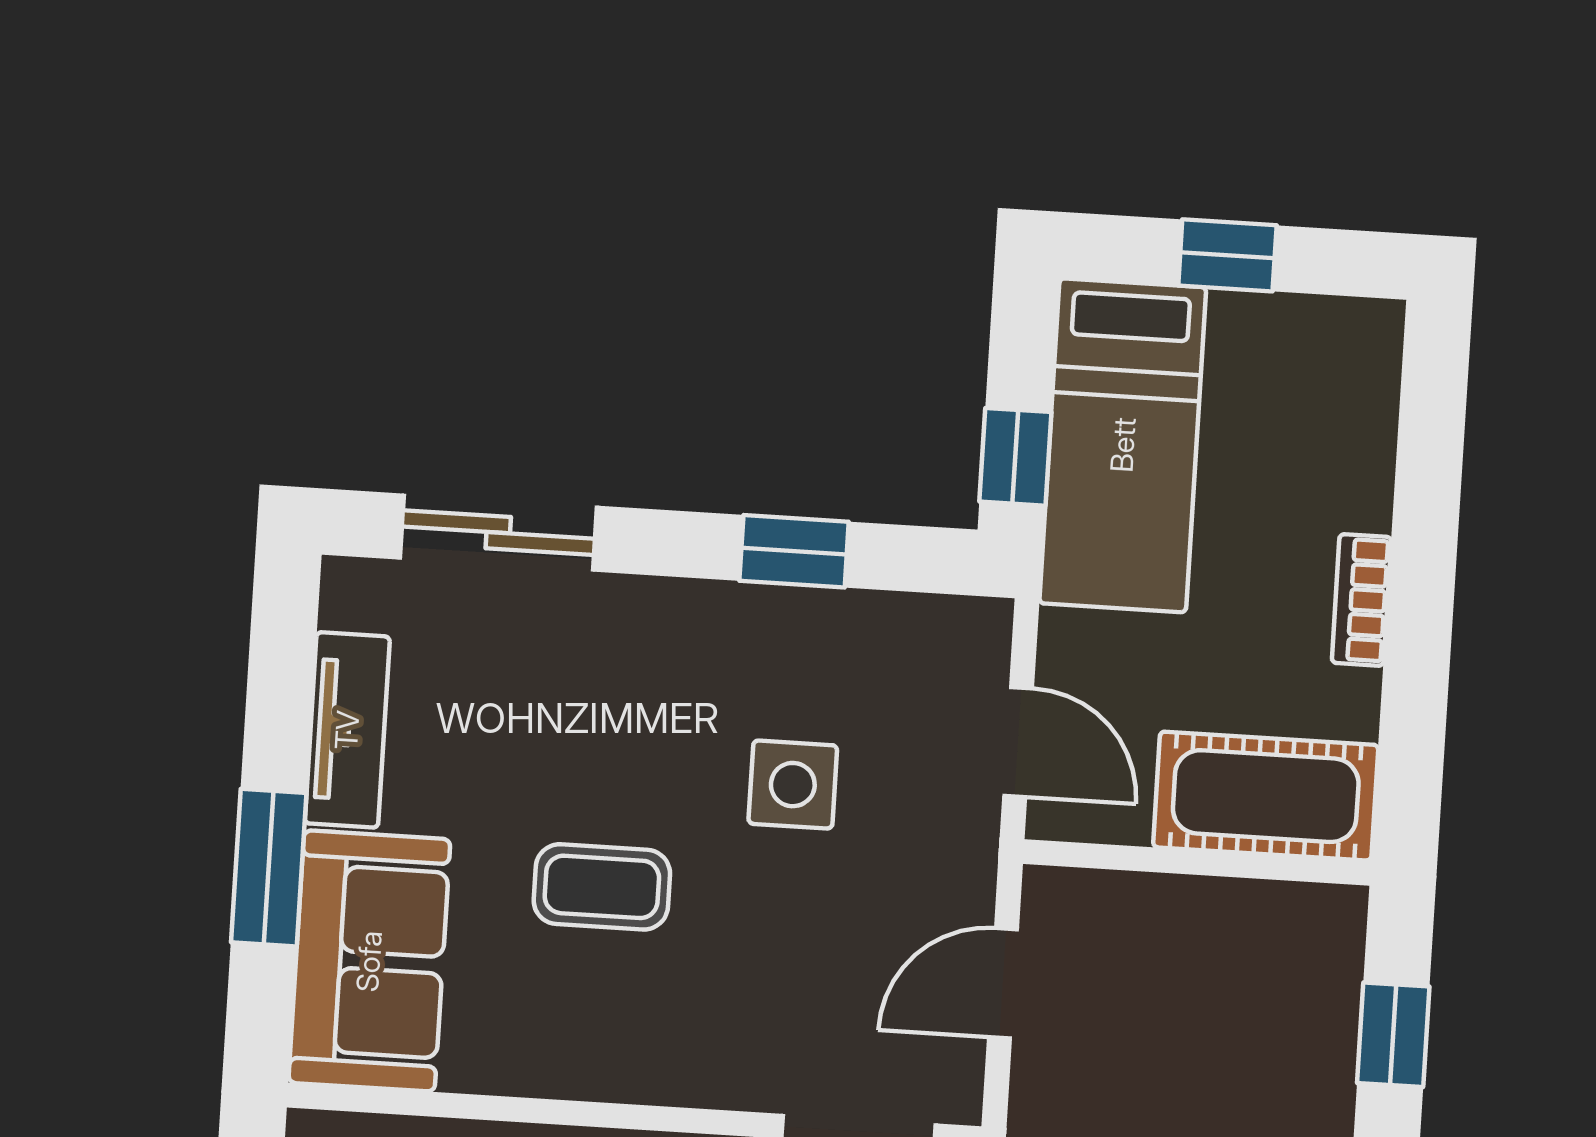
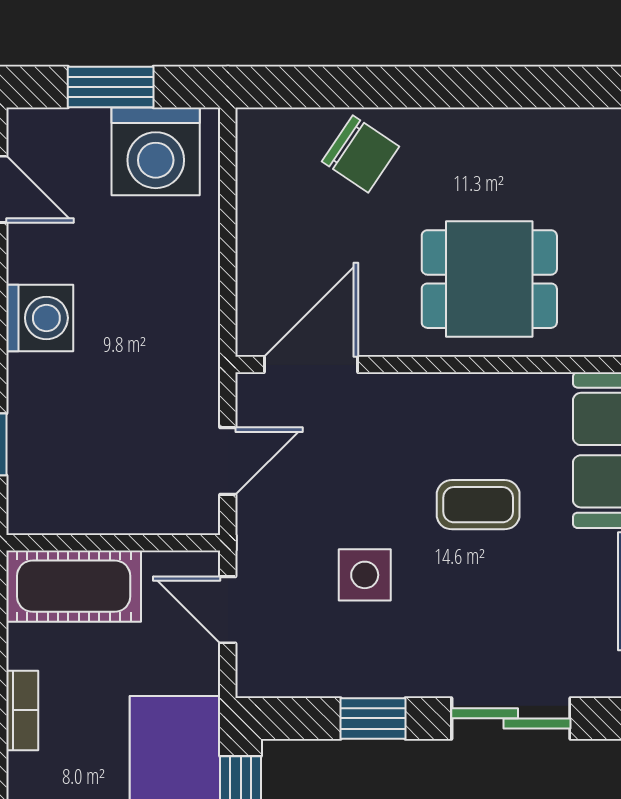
sliding door: (498, 533) -> (511, 718), moved

